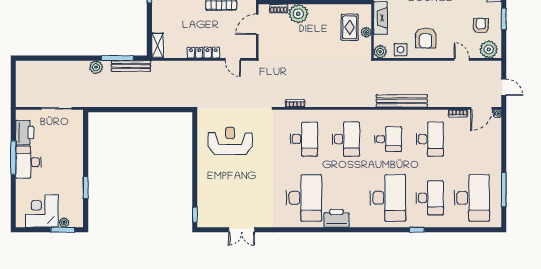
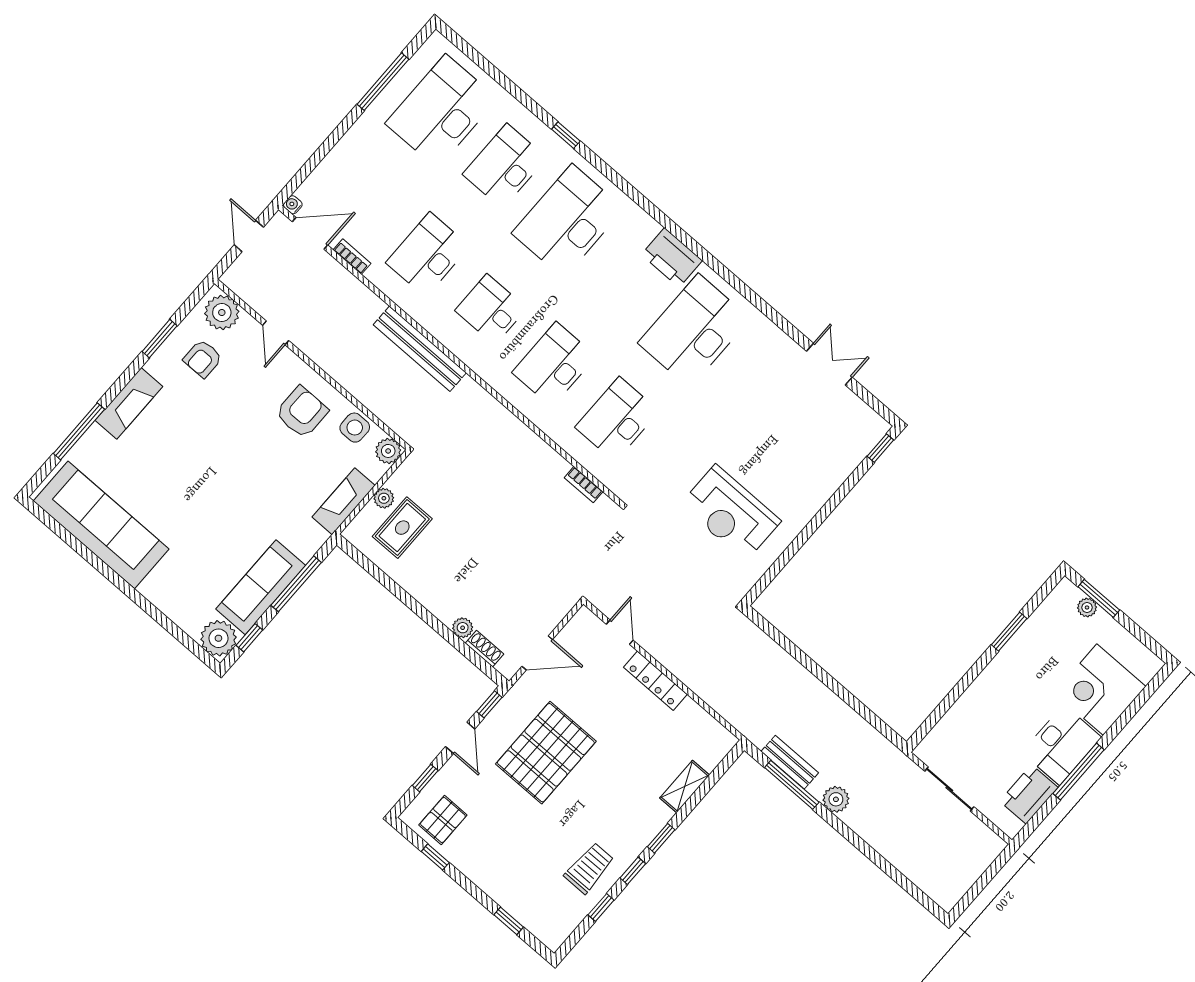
plant: (298, 14) -> (463, 628), width x0.53, depth x0.53
shelving: (158, 45) -> (685, 786), moved
bench: (131, 66) -> (790, 762), width x0.73
corner desk: (42, 211) -> (1100, 690), moved, turned 90

